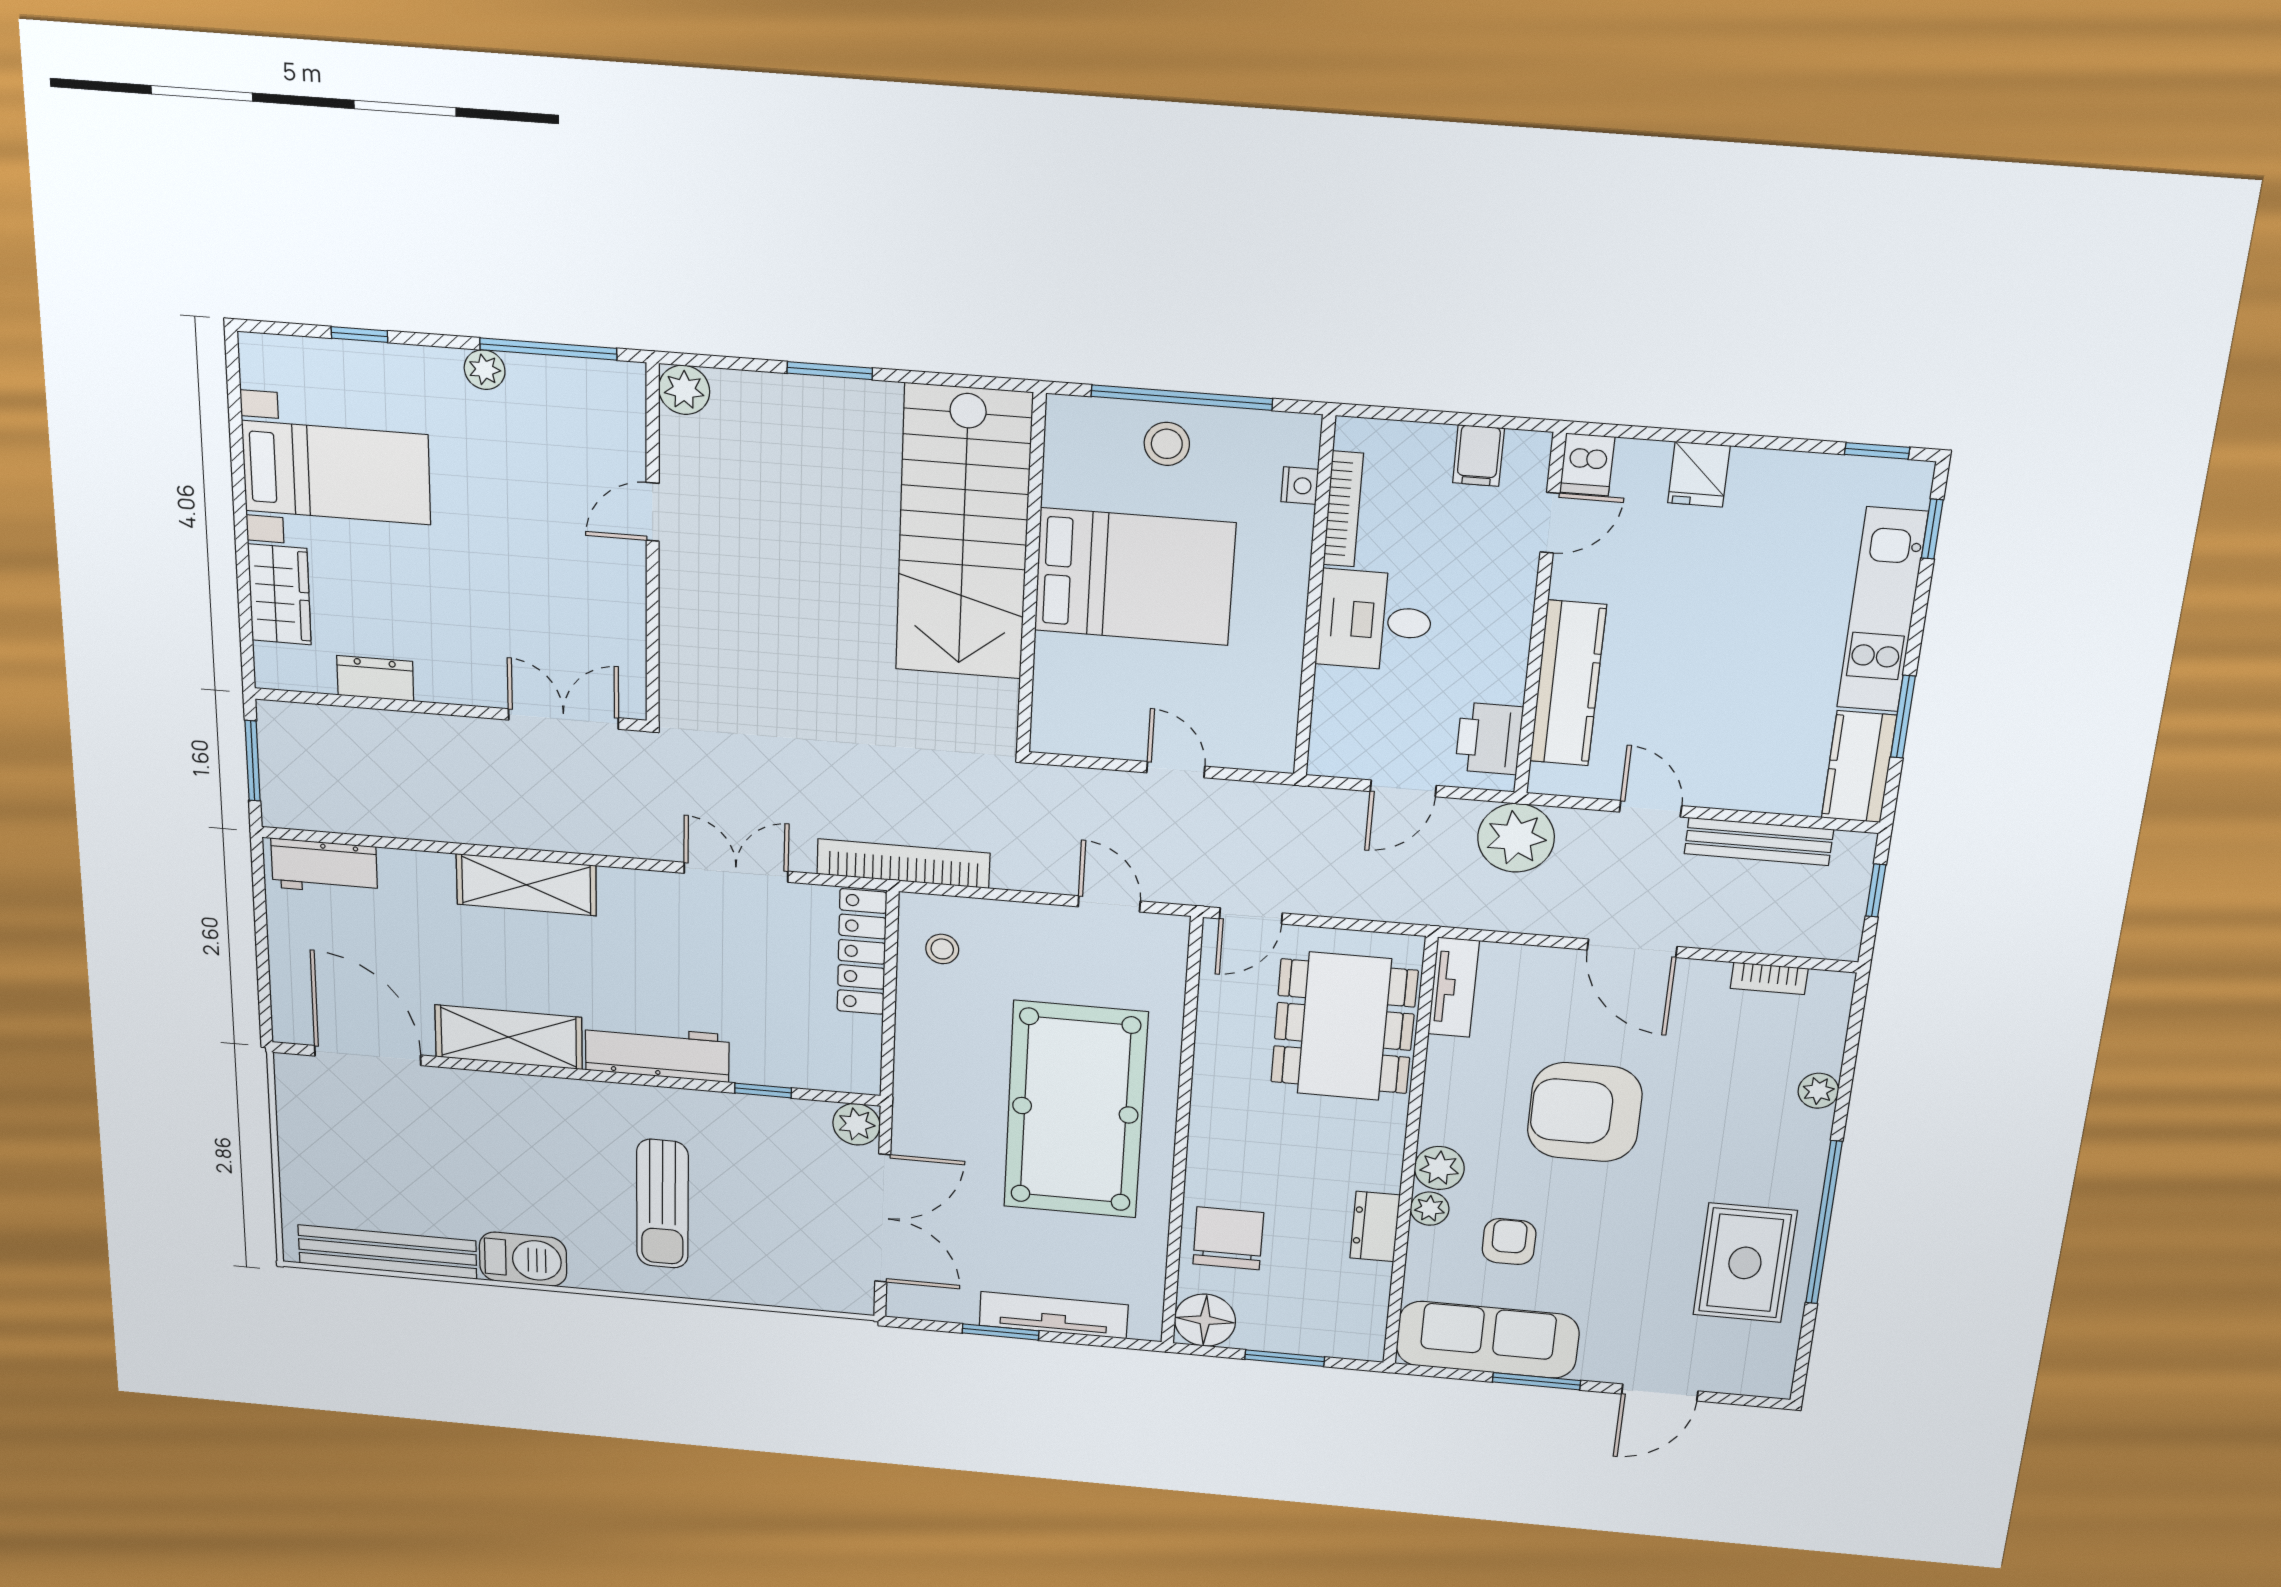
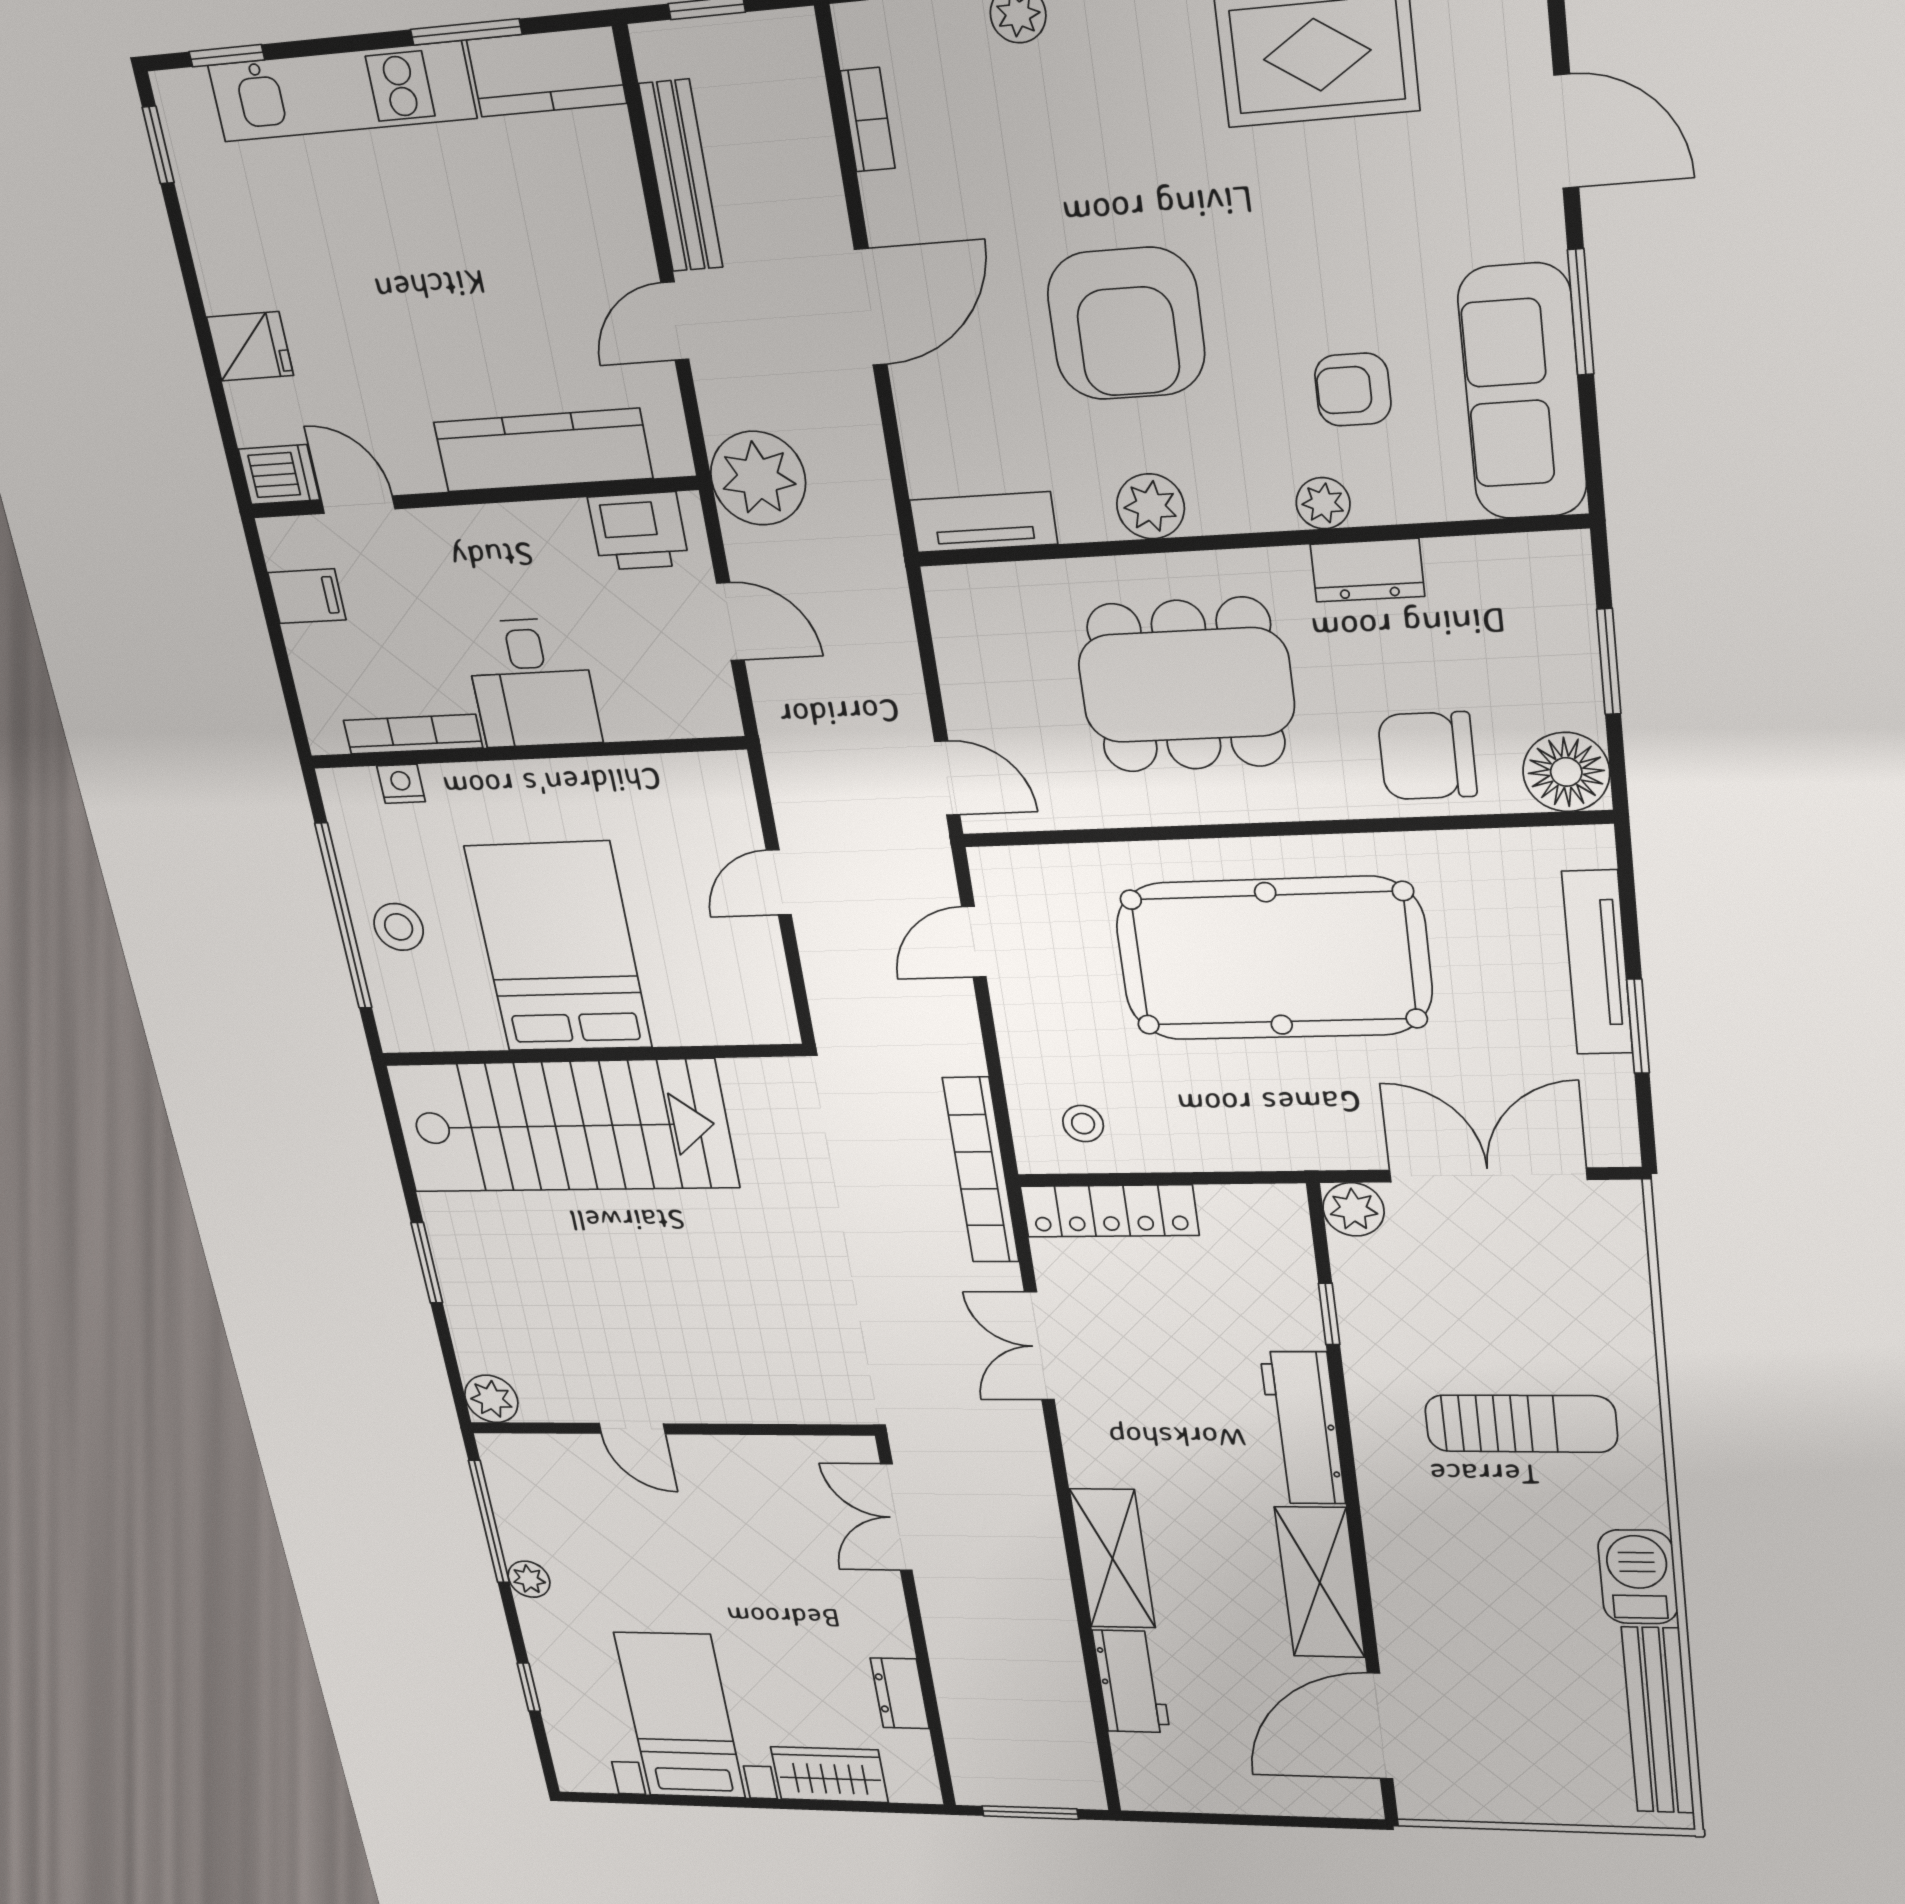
workbench: (324, 867) -> (1131, 1682), moved
dining table: (1344, 1026) -> (1186, 685), moved
plant: (1439, 1168) -> (1151, 506), moved

